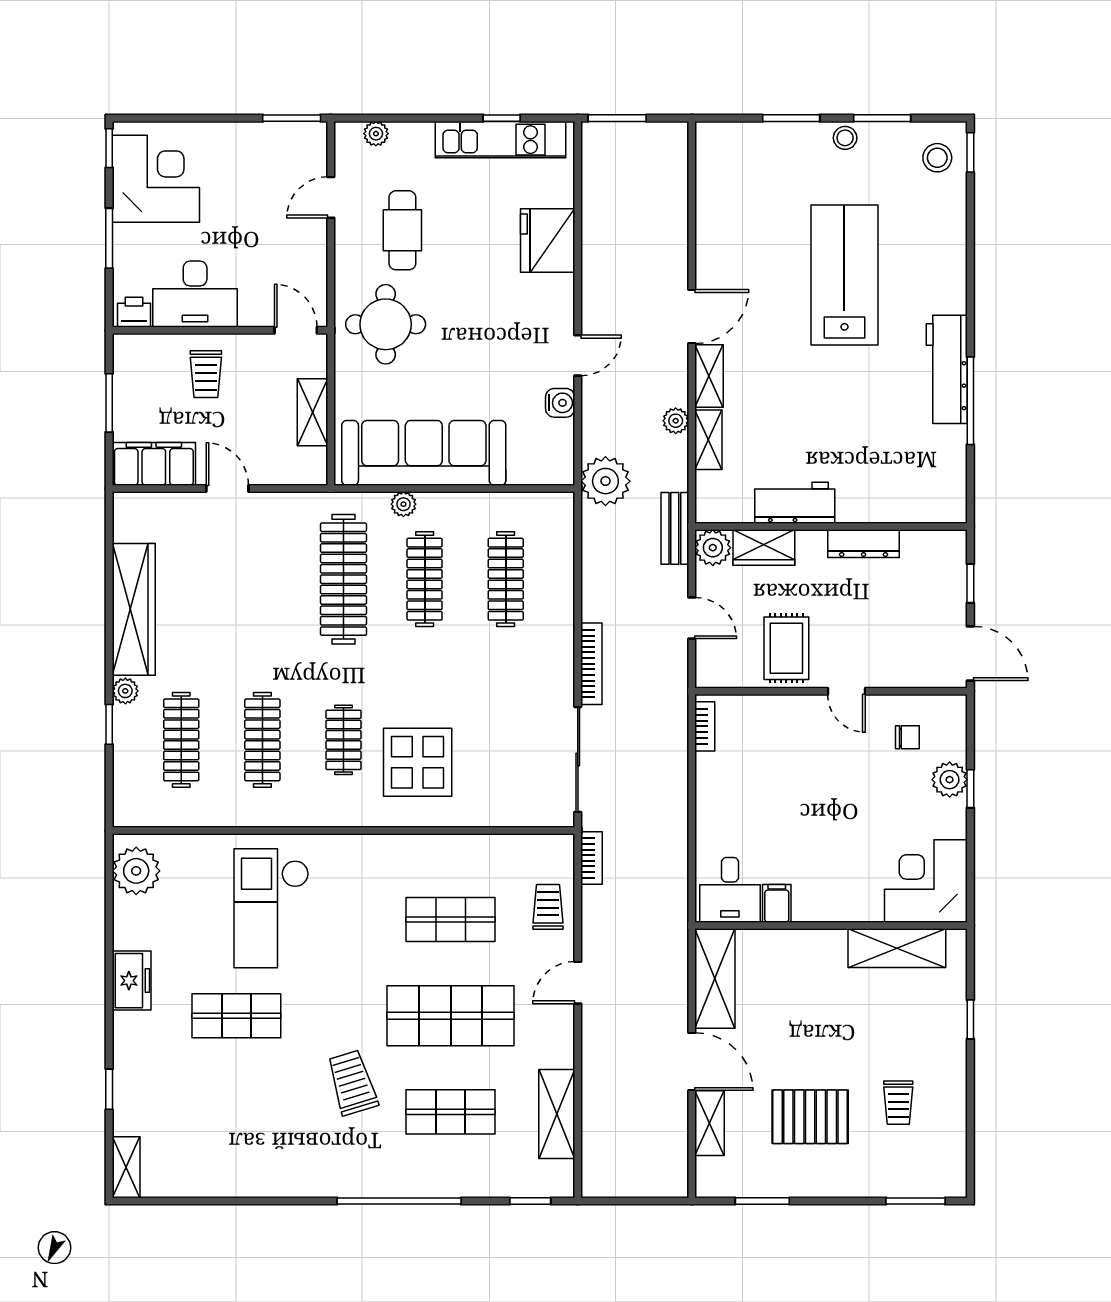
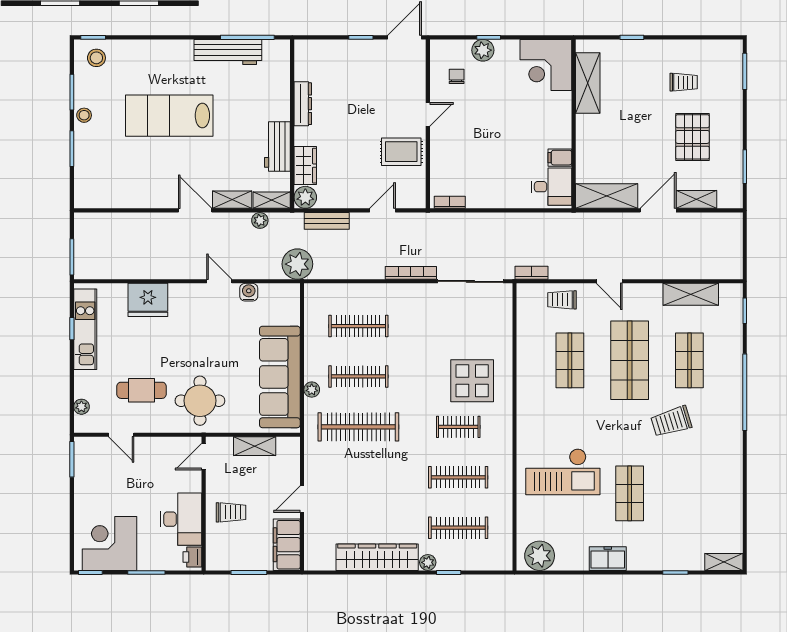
workbench: (795, 503) -> (277, 146), moved
wall: (831, 527) -> (292, 124), moved
dresser: (864, 544) -> (303, 104), moved
plant: (713, 548) -> (305, 197), moved
wardrobe: (764, 548) -> (305, 166), moved

